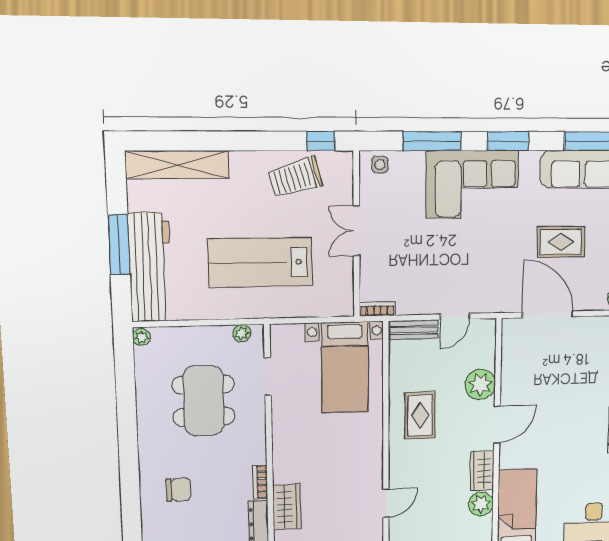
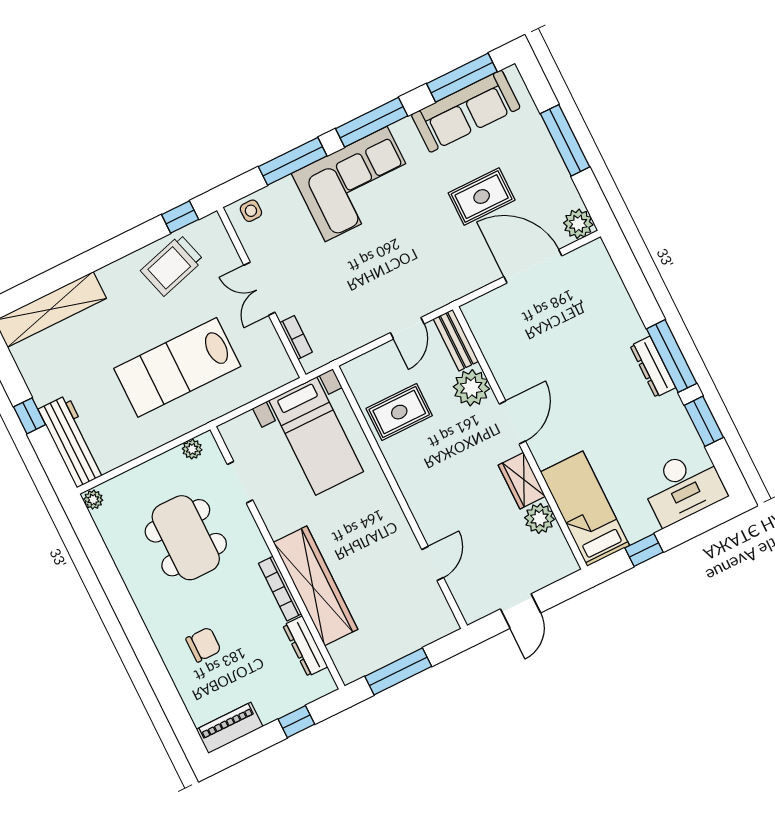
window: (508, 141) -> (372, 122), width x1.44
window: (119, 245) -> (30, 416), width x0.46
workbench: (150, 267) -> (72, 441), width x0.73, depth x0.76
bookcase: (377, 309) -> (296, 337), moved, turned 90
door: (548, 314) -> (533, 266), moved
bench: (413, 330) -> (456, 340), moved, turned 90
rug: (420, 415) -> (399, 412), moved, turned 90
bookcase: (260, 482) -> (280, 589), width x1.56
wardrobe: (287, 507) -> (316, 586), width x2.10, depth x1.17

